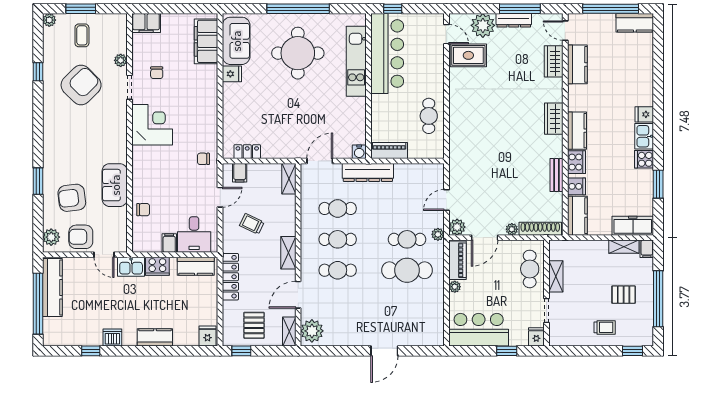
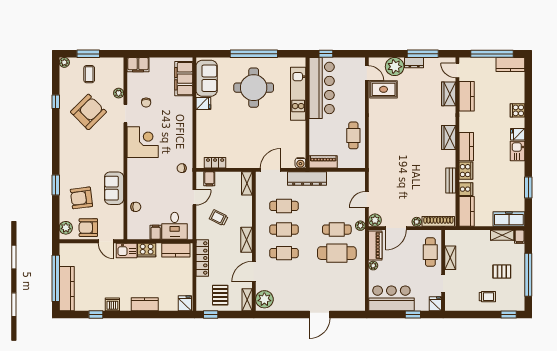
dresser: (514, 20) -> (414, 63), width x0.70
cooker: (644, 159) -> (517, 110), moved
kitchen counter: (52, 288) -> (67, 289), moved

